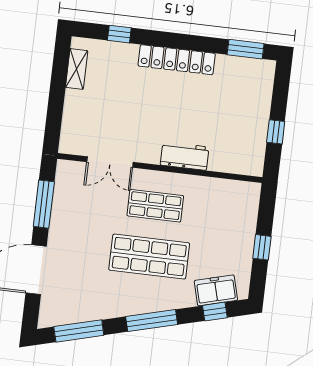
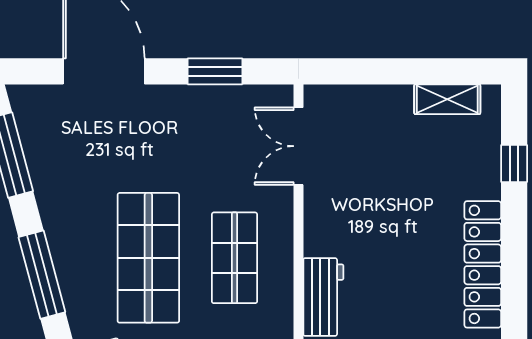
double door: (110, 162) -> (298, 146), moved
window: (44, 204) -> (215, 71), width x0.69

